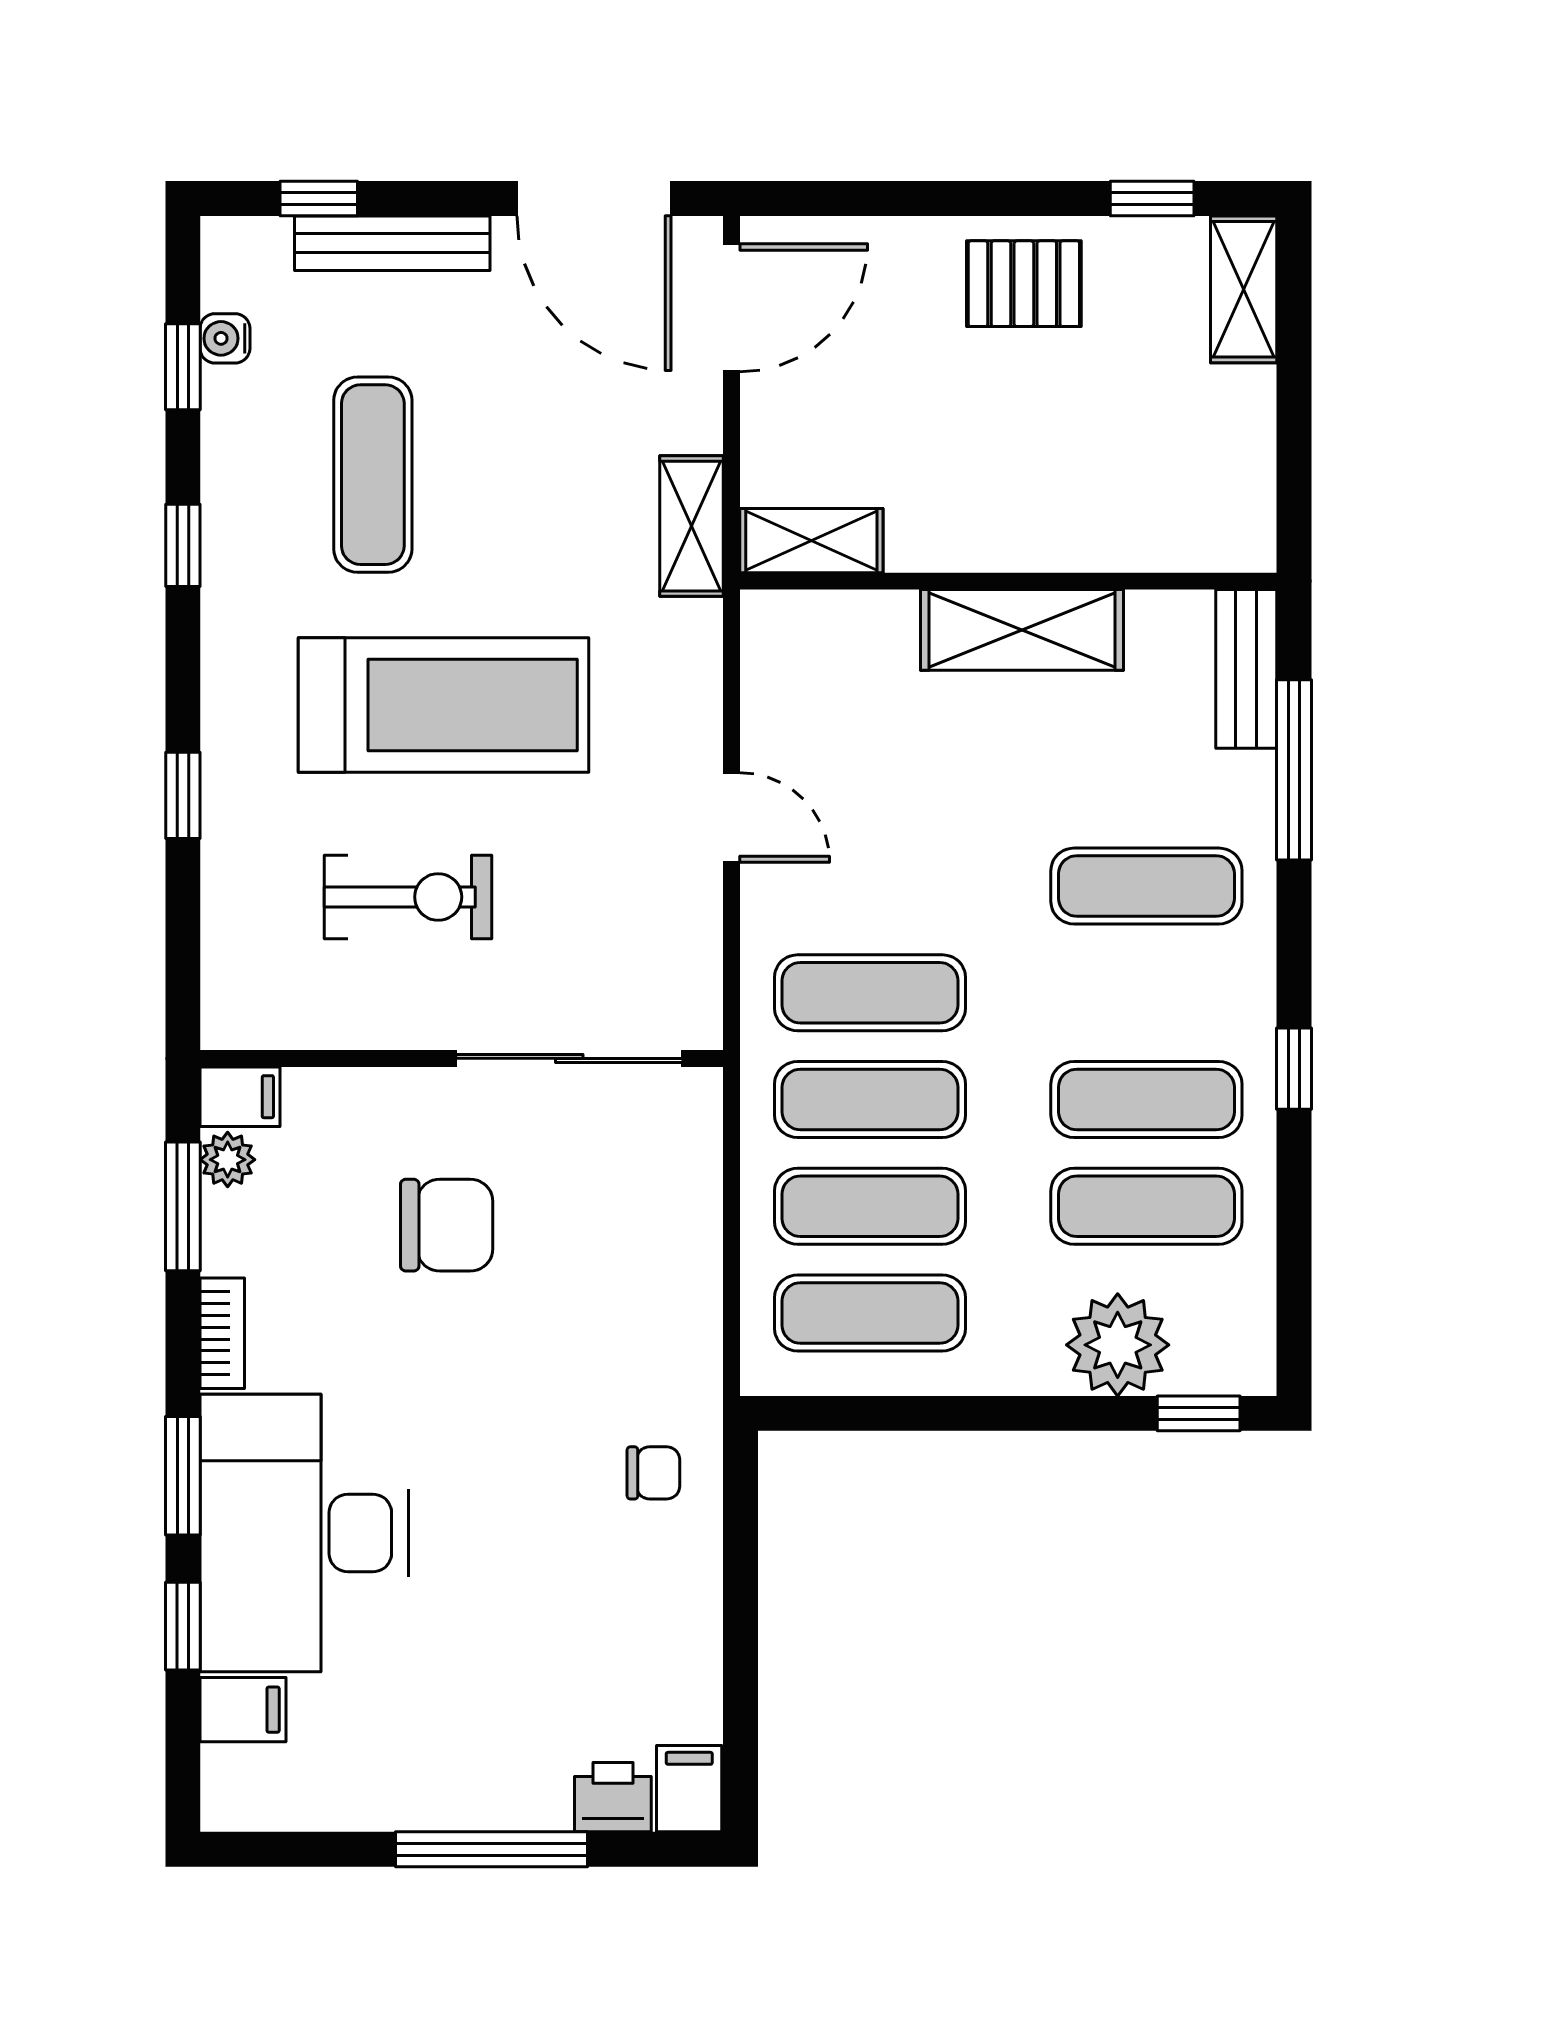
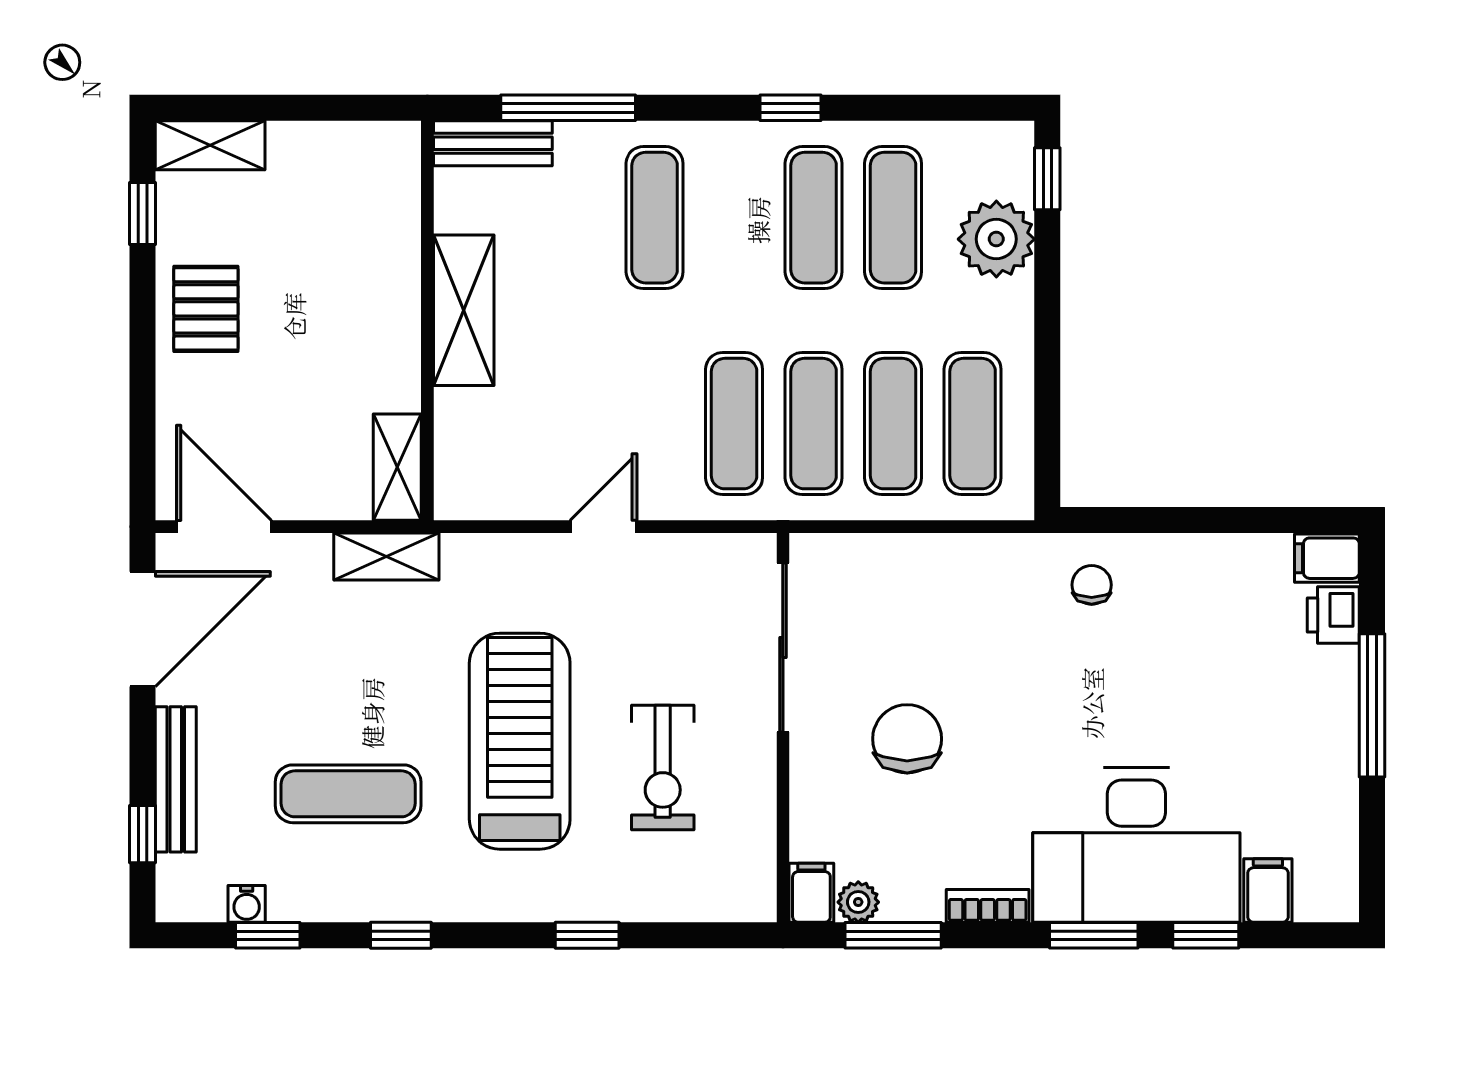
exercise bike: (408, 897) -> (663, 768), turned 180

